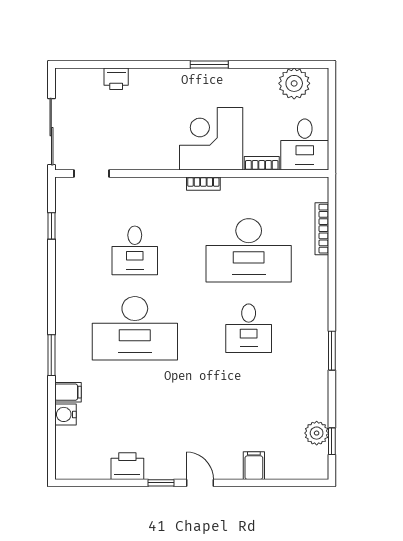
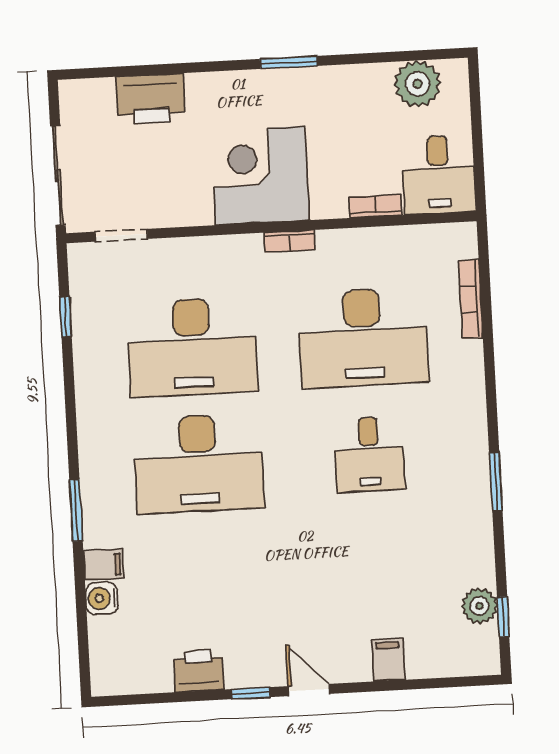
printer: (116, 79) -> (151, 99), width x1.87, depth x1.48
corner desk: (211, 139) -> (260, 175), moved
desk: (135, 250) -> (192, 347), width x1.87, depth x1.30

